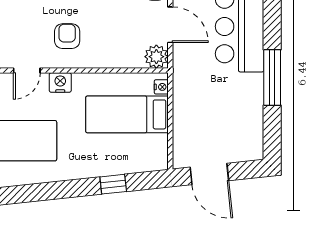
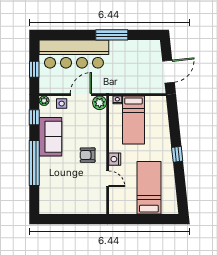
window: (113, 184) -> (177, 154), moved

